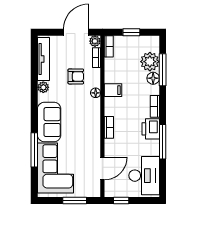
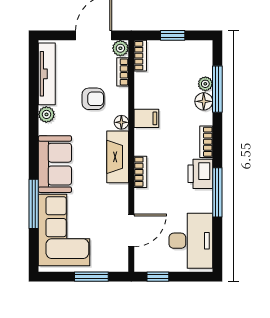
plant: (150, 62) -> (205, 84), width x0.53, depth x0.53
fireplace: (93, 117) -> (118, 157), added

